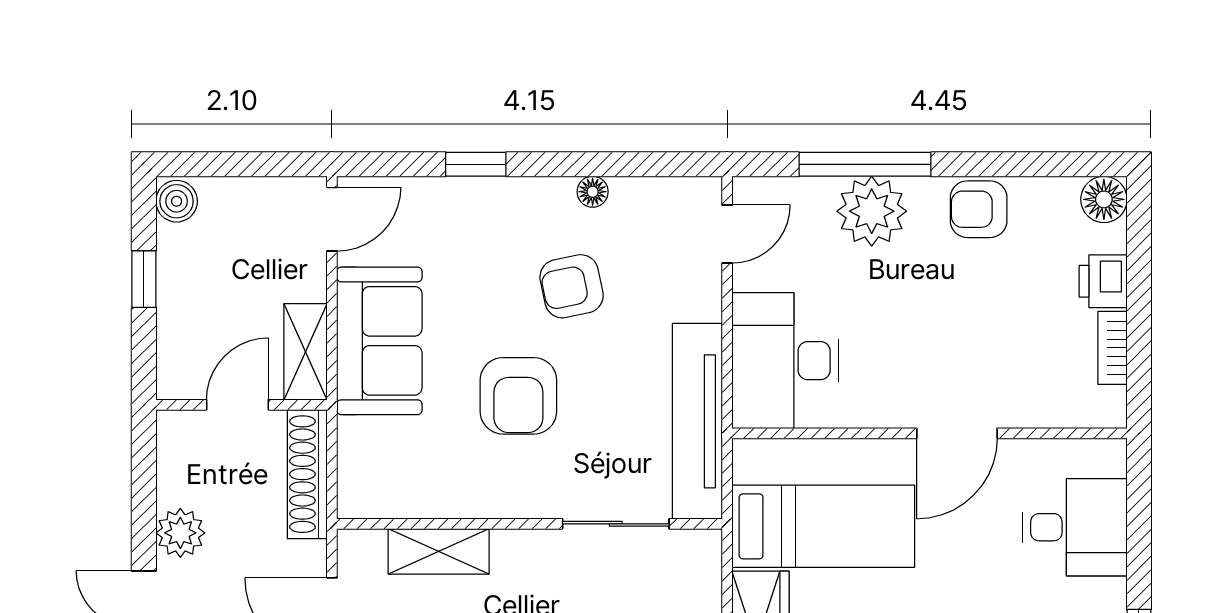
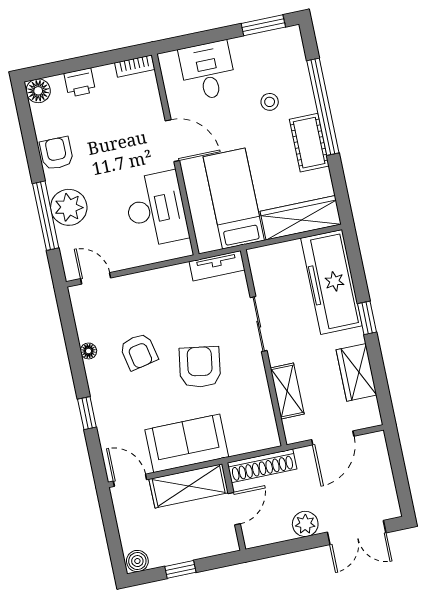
armchair: (979, 209) -> (56, 153), turned 180
bookcase: (1112, 348) -> (135, 66), moved
shelving: (306, 352) -> (189, 486), width x1.50, depth x1.33
desk: (785, 361) -> (156, 209), moved, turned -90
armchair: (518, 396) -> (200, 367), turned -81
door: (237, 405) -> (234, 509), swing flipped
tv unit: (697, 421) -> (217, 266), width x0.52, depth x0.78
sliding door: (616, 524) -> (259, 324), moved

